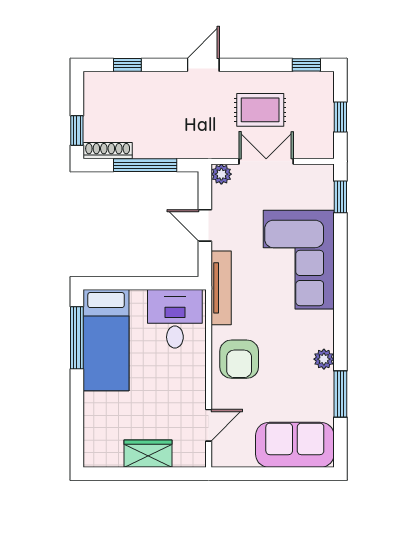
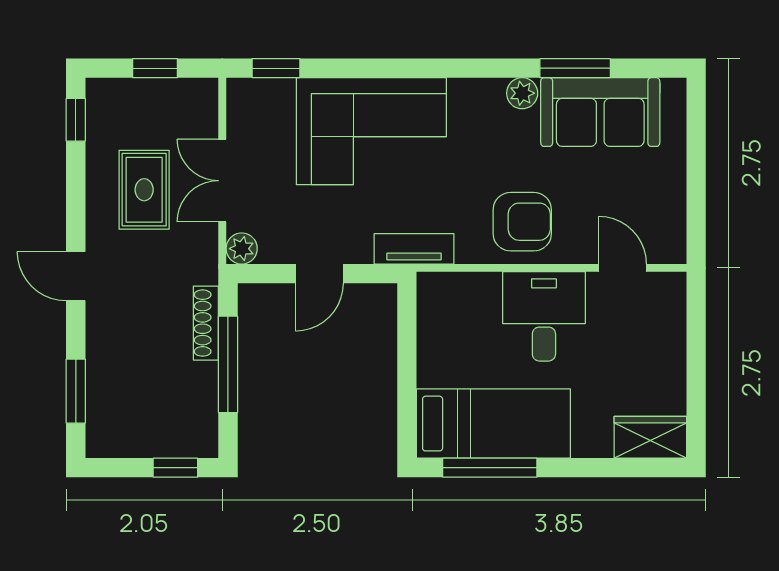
window: (127, 65) -> (76, 391), width x1.50
shoe rack: (108, 151) -> (206, 323), moved
tv unit: (221, 288) -> (414, 249), width x0.71
desk: (175, 319) -> (544, 316), moved, turned 90
sofa: (295, 445) -> (600, 112), moved, turned -90
wardrobe: (148, 454) -> (650, 437), moved, turned 90

